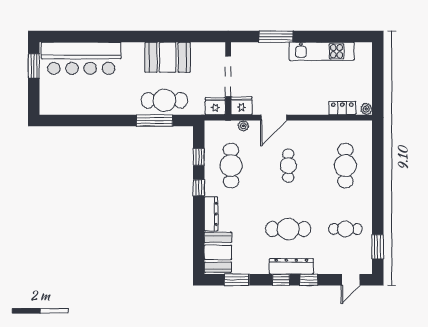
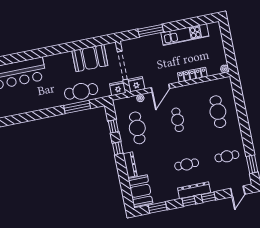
booth: (168, 57) -> (90, 58), moved
locker: (342, 108) -> (192, 75), moved, width x1.53
cafe table: (288, 229) -> (187, 164), width x0.73, depth x0.74

